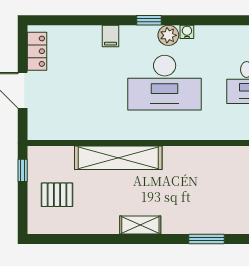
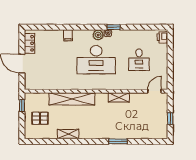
window: (149, 20) -> (114, 27), moved
shelving: (208, 155) -> (119, 97), added
shelving: (140, 225) -> (68, 134), moved

